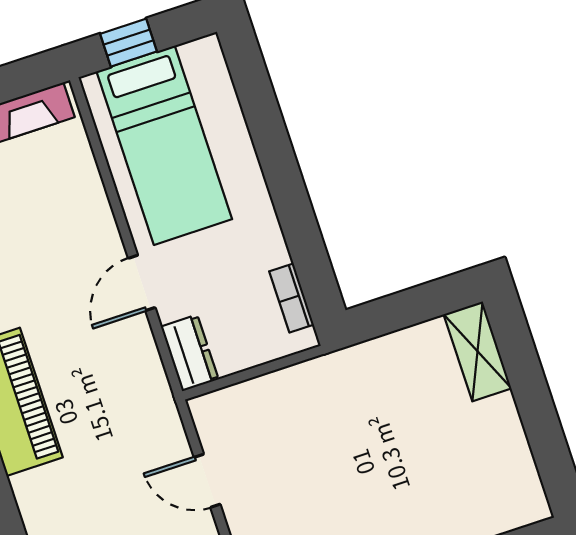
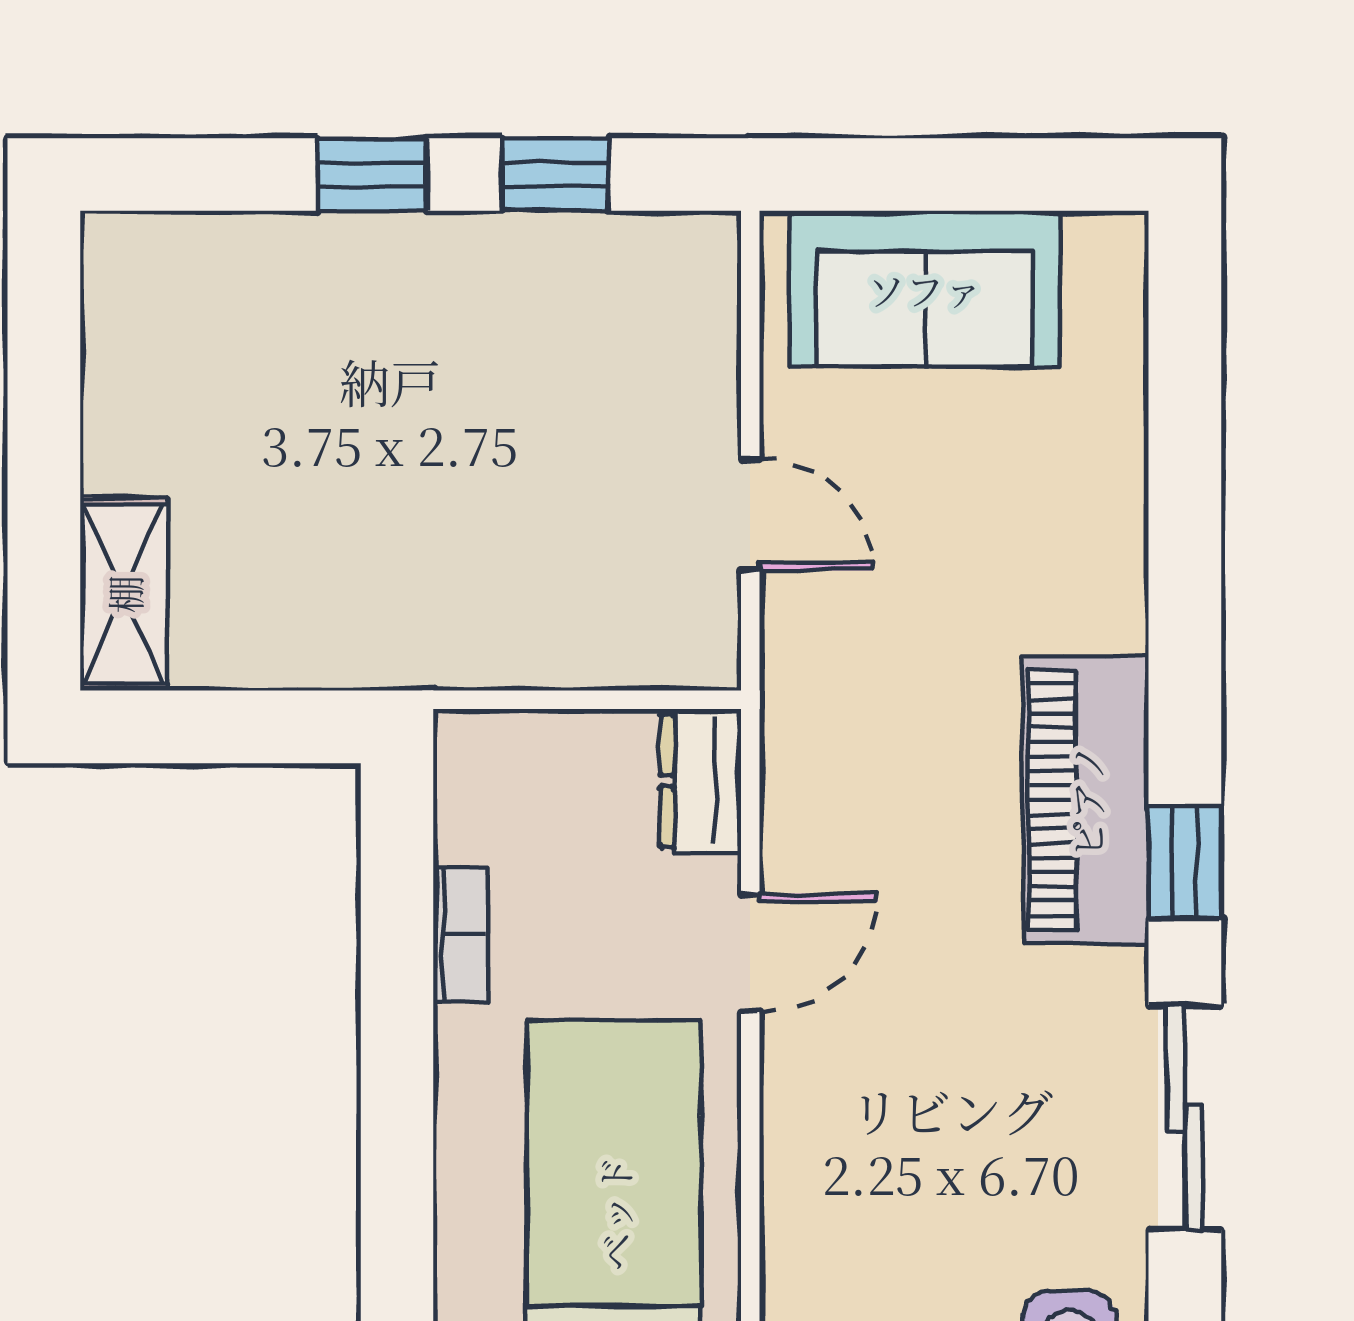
bookcase: (292, 298) -> (460, 934), moved

